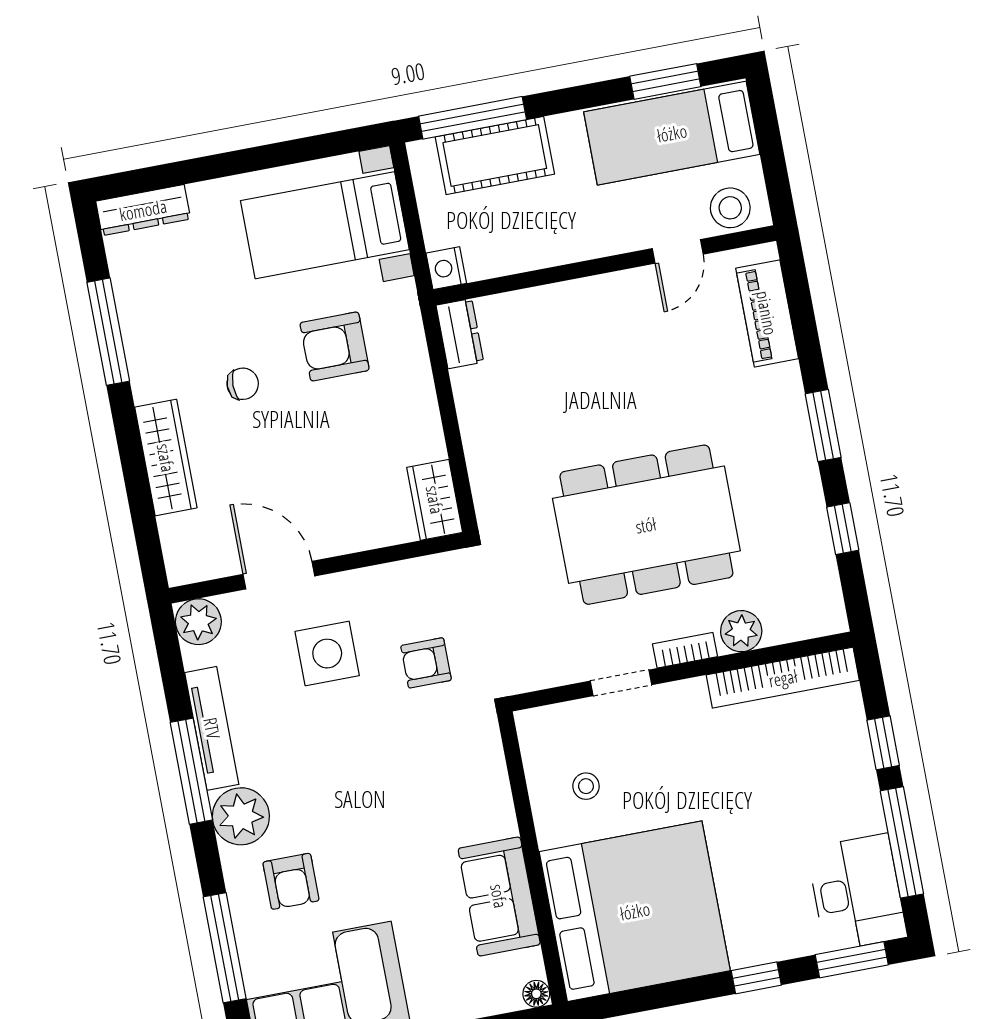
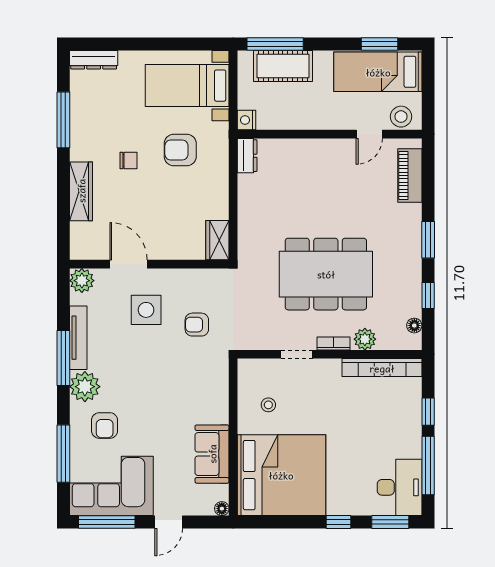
floor lamp: (828, 589) -> (414, 326), added

